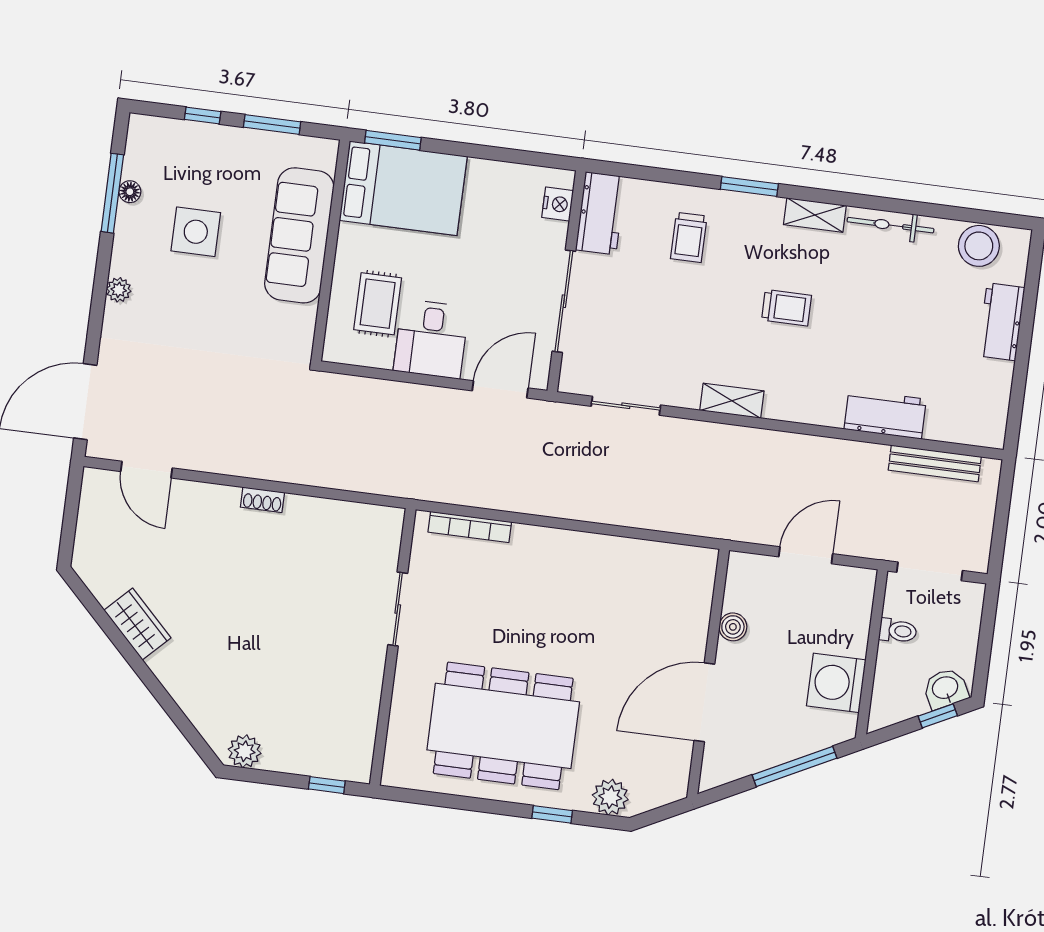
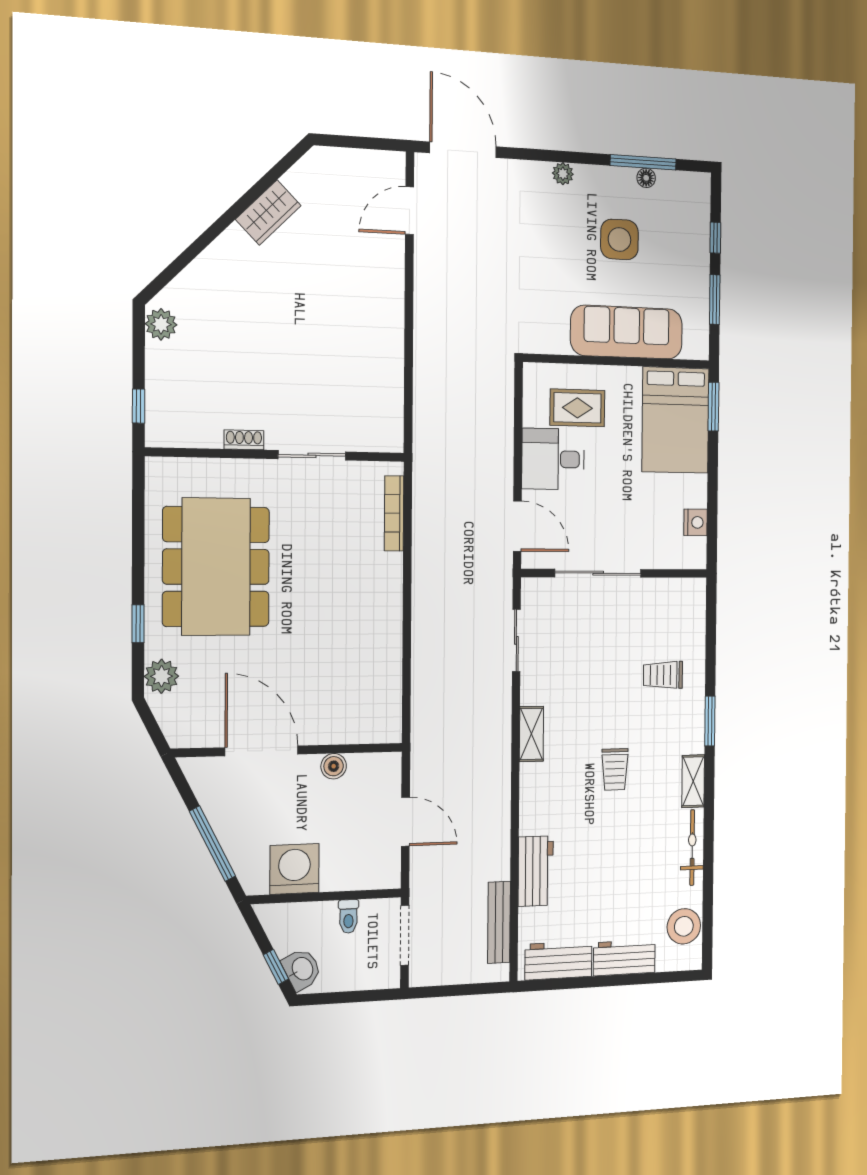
nightstand: (558, 204) -> (696, 522), moved, turned -90
workbench: (601, 213) -> (558, 960), moved, turned 180
shoe rack: (262, 500) -> (244, 440), moved, turned 90

